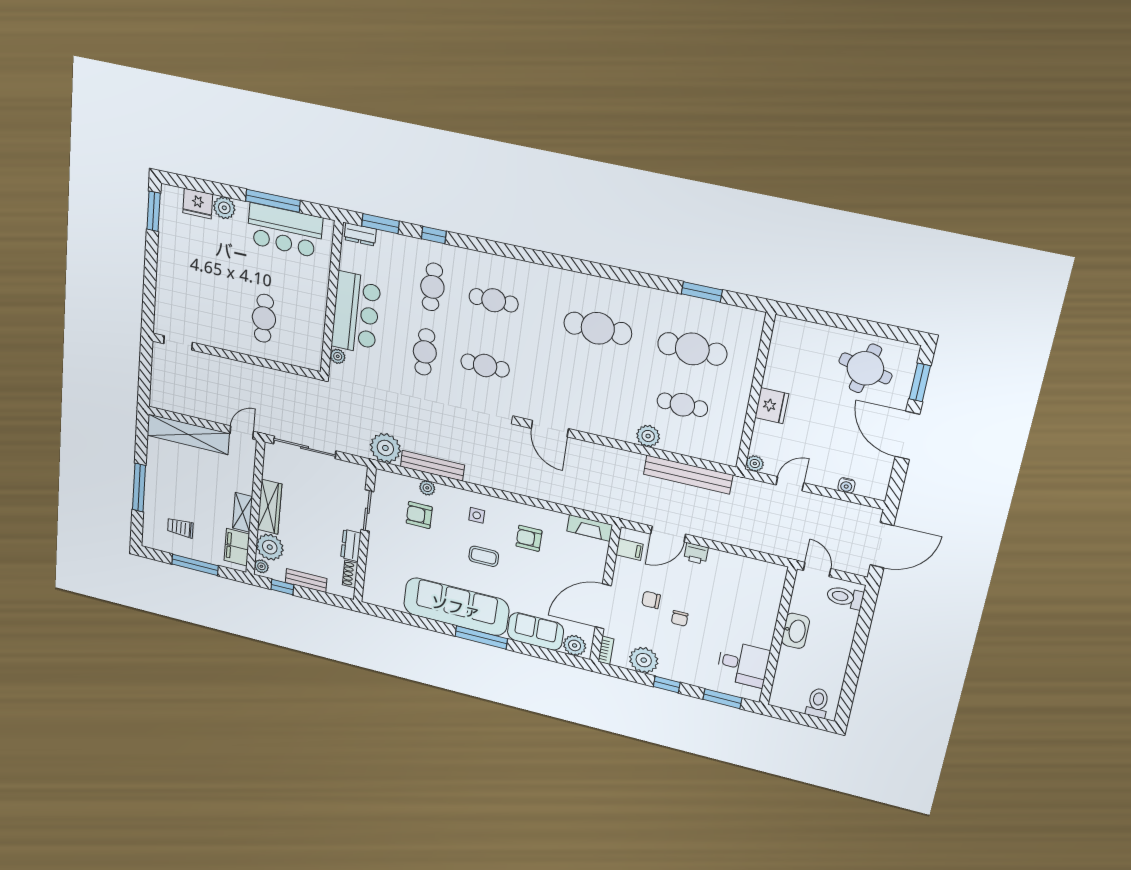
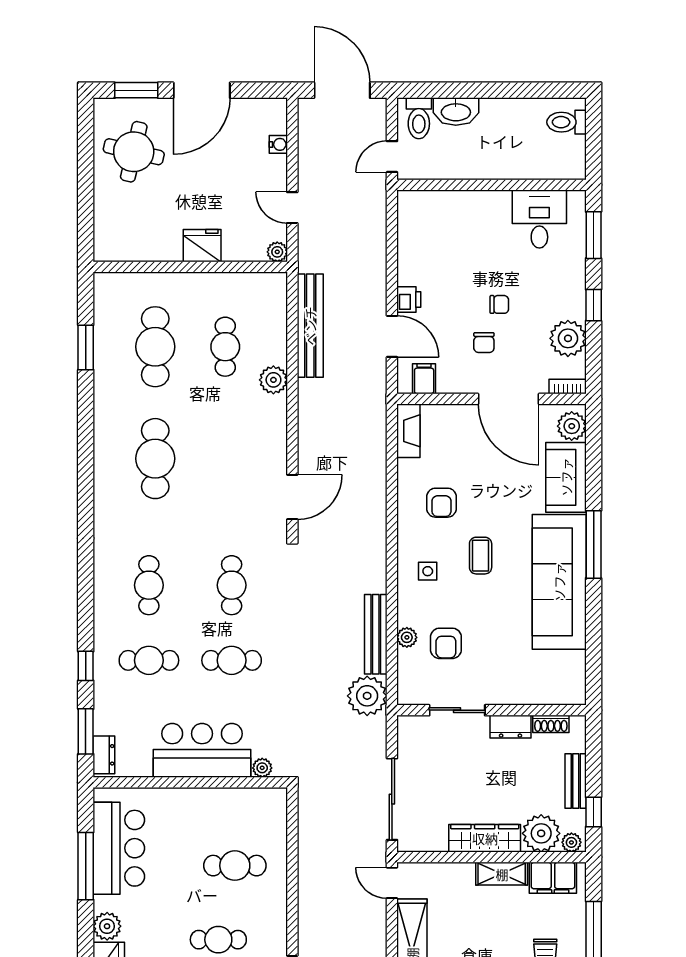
cafe table: (208, 293) -> (218, 940), added
washbasin: (796, 631) -> (456, 111), moved, turned 180

